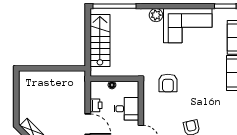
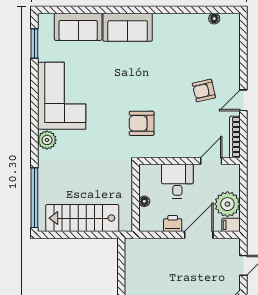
armchair: (168, 83) -> (142, 123), turned 180

